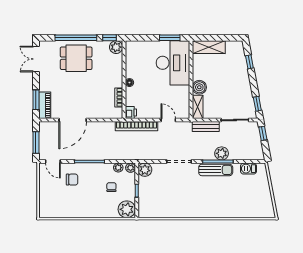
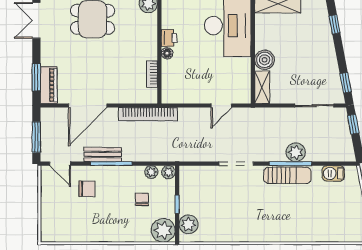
printer: (131, 113) -> (169, 38), moved
door: (168, 120) -> (221, 106), swing flipped
bookcase: (137, 126) -> (148, 114), moved
bench: (206, 126) -> (103, 155), moved
plant: (145, 170) -> (188, 224), moved

